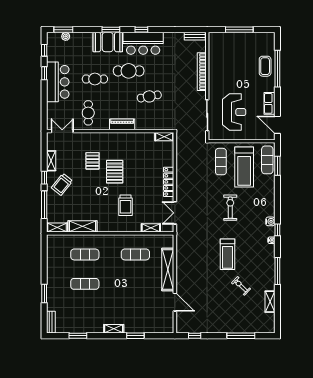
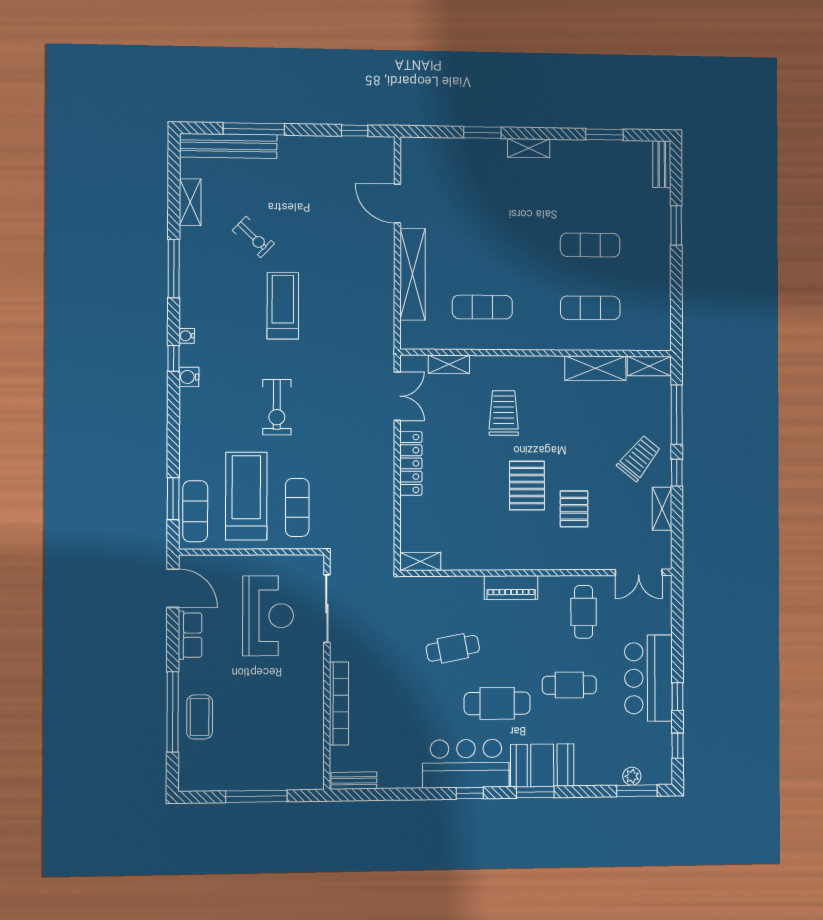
reception desk: (234, 112) -> (268, 616), turned 180
bench: (253, 328) -> (228, 146), added

